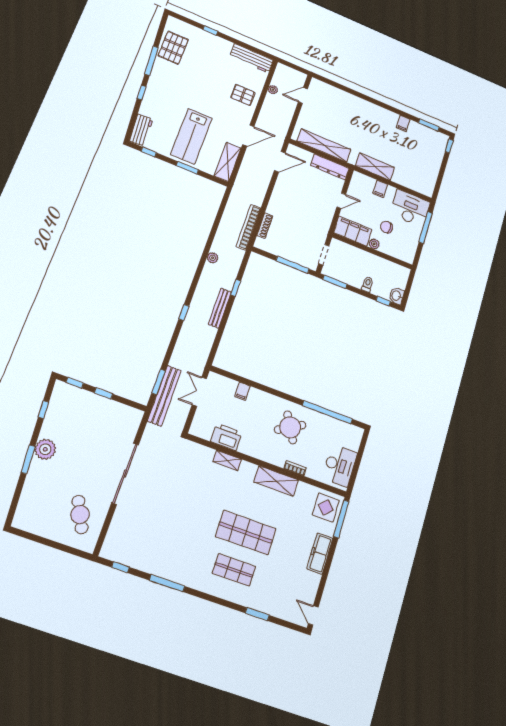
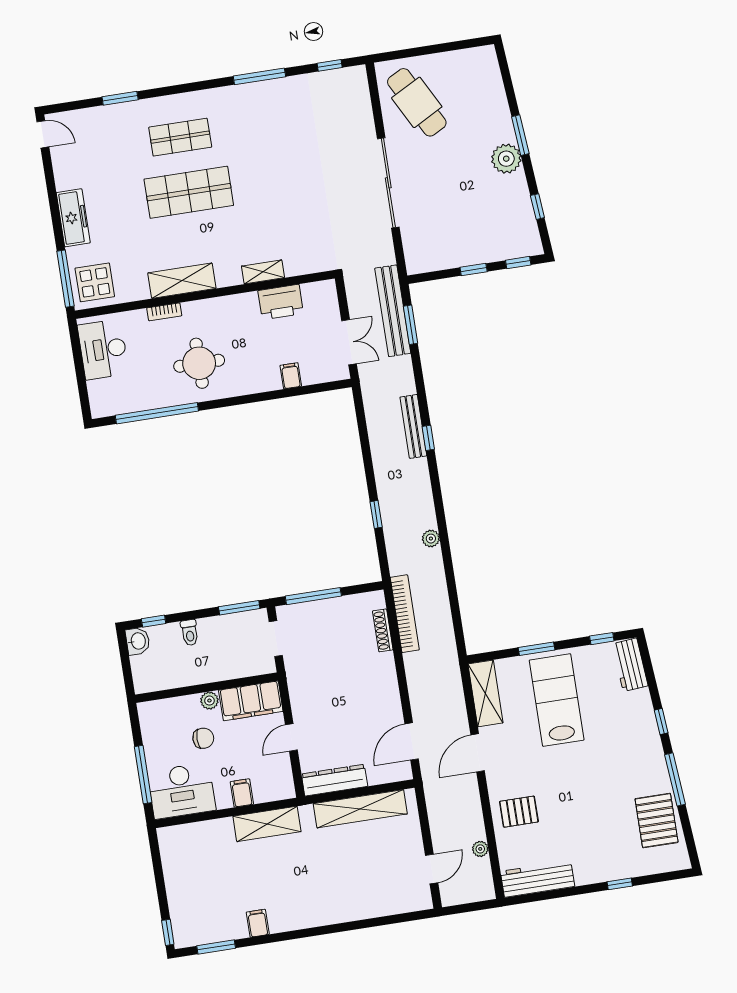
bench: (220, 308) -> (413, 426), moved
round table: (290, 427) -> (199, 363), turned 30
cafe table: (80, 515) -> (417, 102), width x1.37, depth x1.35

